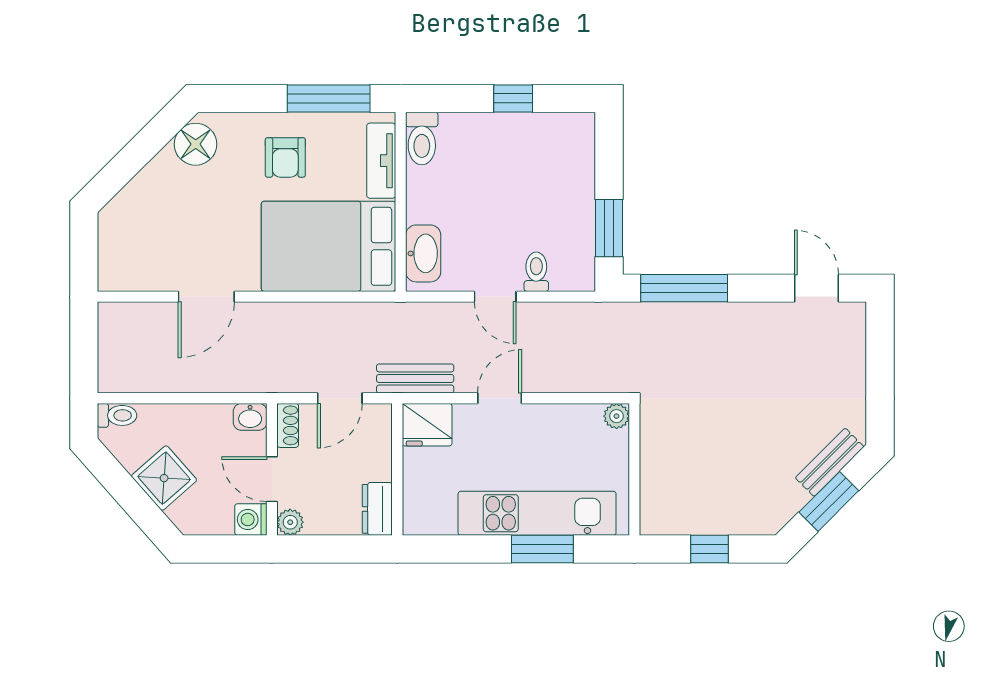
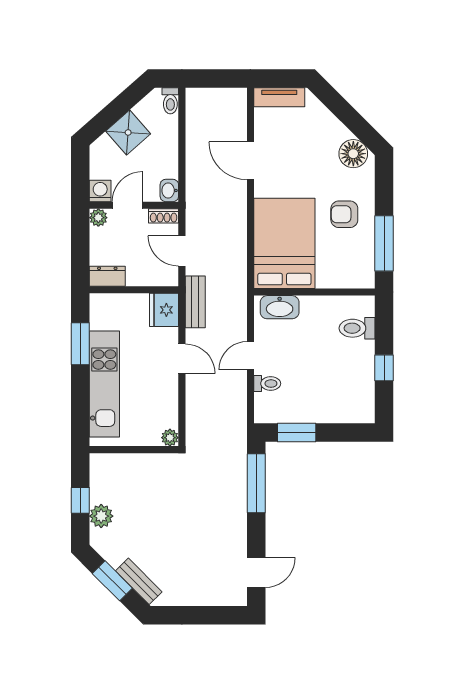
toilet: (422, 139) -> (357, 328), moved
tv unit: (381, 161) -> (279, 97), moved, turned 180
plant: (733, 518) -> (101, 516), added
window: (542, 549) -> (80, 344), moved

